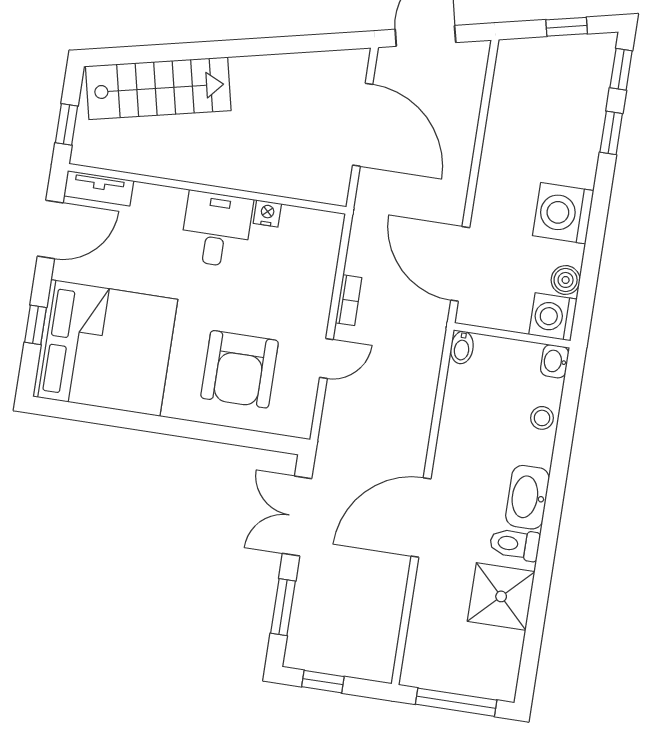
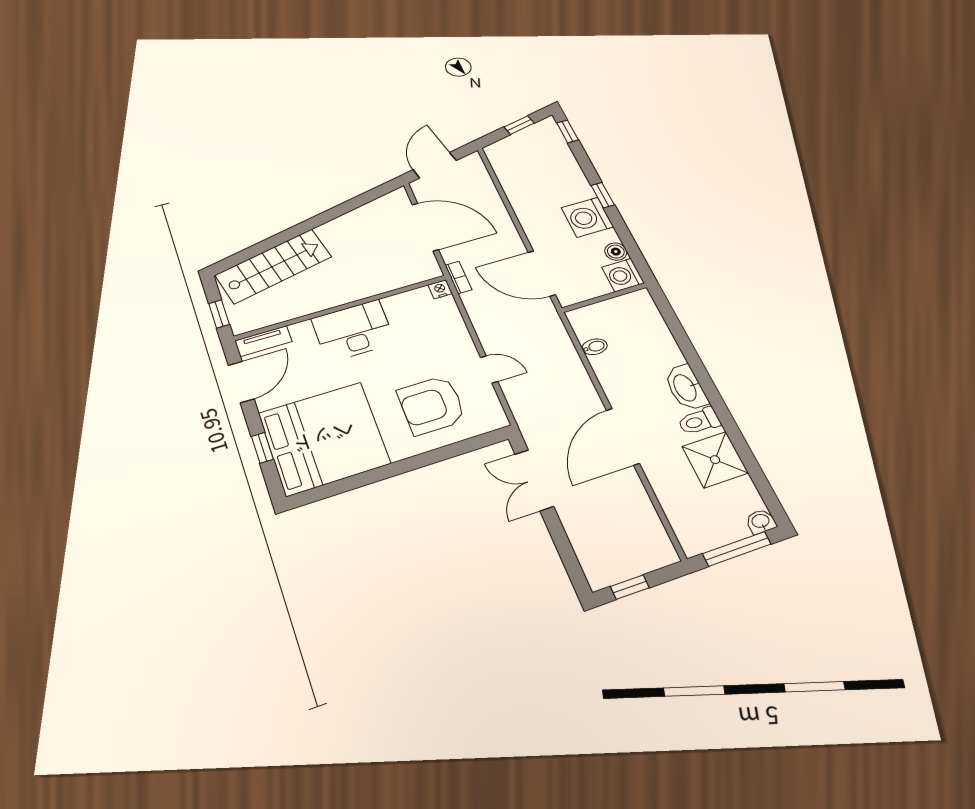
window: (611, 133) -> (603, 195), moved
nightstand: (267, 213) -> (440, 289), moved
desk: (216, 229) -> (353, 331), width x1.37
bookcase: (349, 300) -> (458, 277), moved
bidet: (462, 347) -> (595, 347), moved, turned -90
door: (326, 359) -> (489, 369), hinge flipped
washbasin: (555, 361) -> (761, 521), moved, turned 90
armchair: (240, 369) -> (432, 405), turned 90
stool: (542, 418) -> (659, 336), removed
window: (283, 607) -> (565, 549), removed

